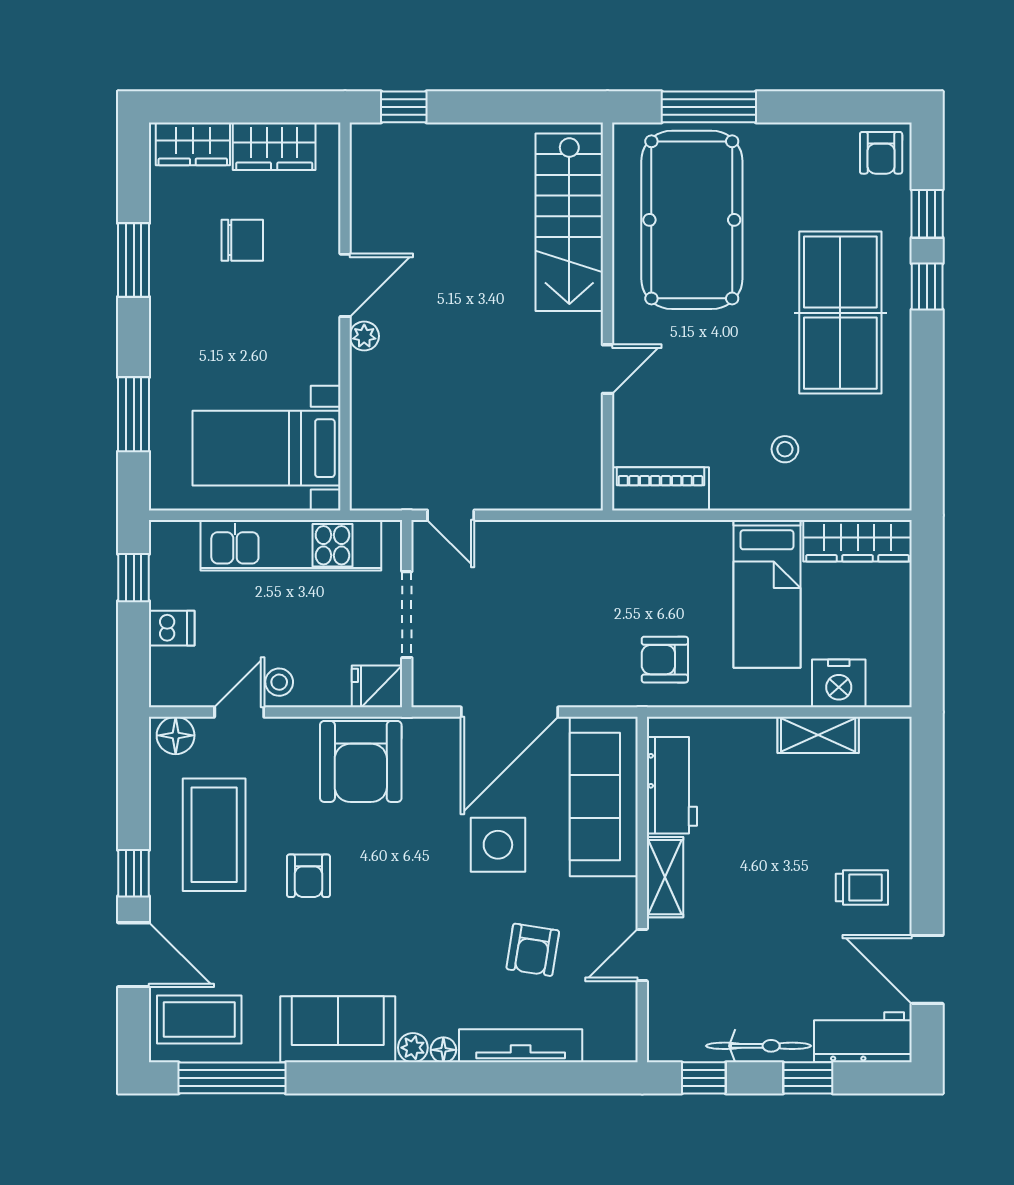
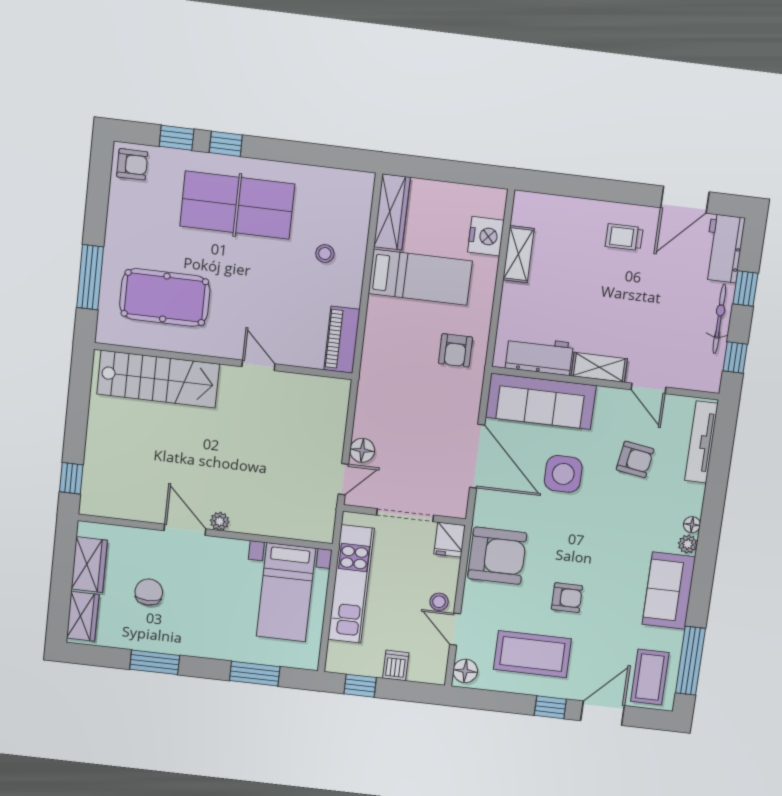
pool table: (692, 220) -> (165, 298), width x0.73, depth x0.76
floor lamp: (498, 538) -> (362, 450), added
trolley: (862, 888) -> (624, 237), turned -90
tv unit: (521, 1046) -> (701, 442), moved

